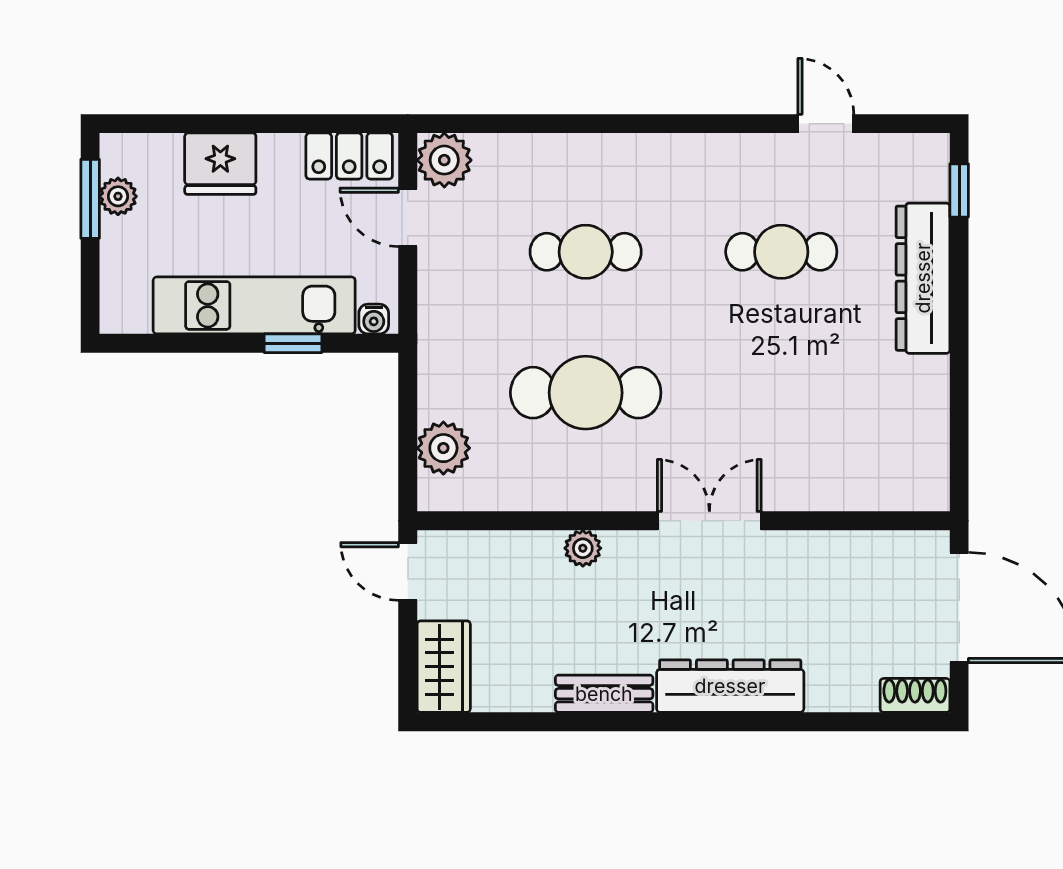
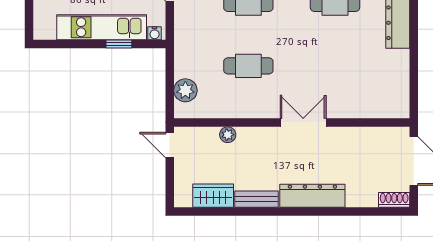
cafe table: (586, 393) -> (248, 66), width x0.73, depth x0.74
plant: (583, 548) -> (228, 135), moved
wardrobe: (444, 667) -> (213, 196), moved, turned -90

